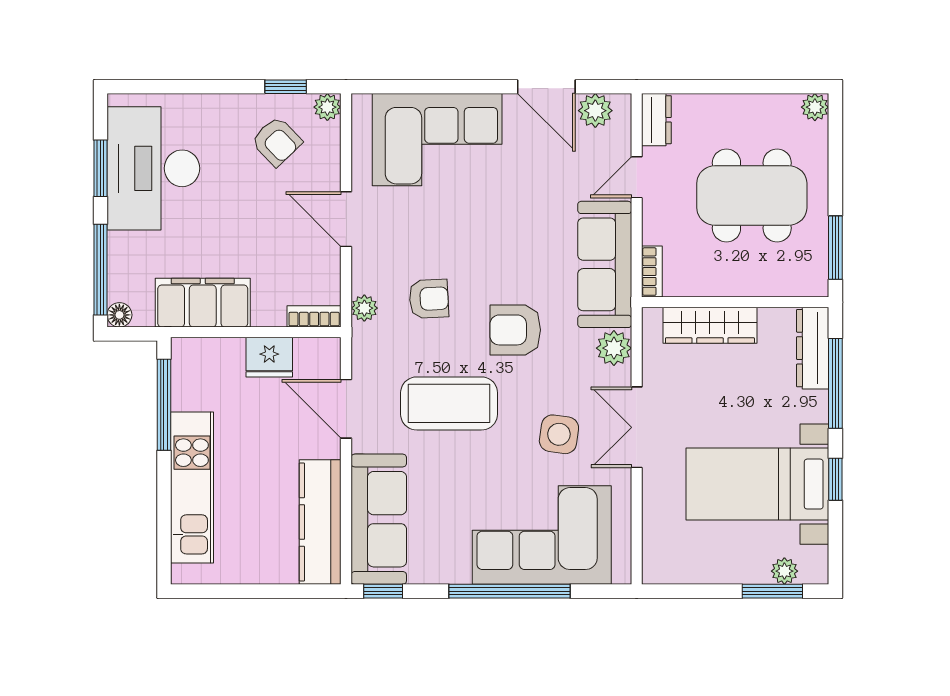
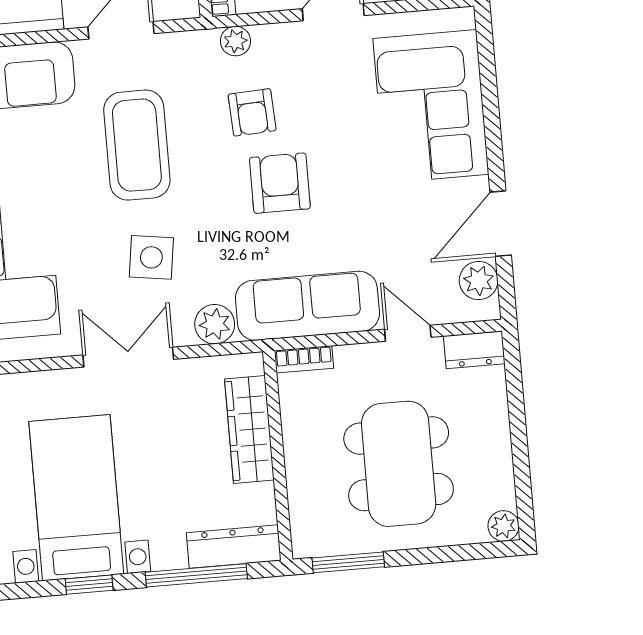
armchair: (515, 330) -> (280, 183), moved
side table: (559, 434) -> (151, 257), moved

